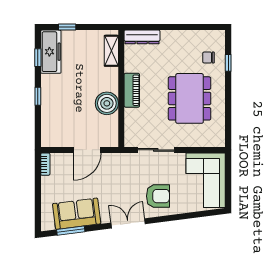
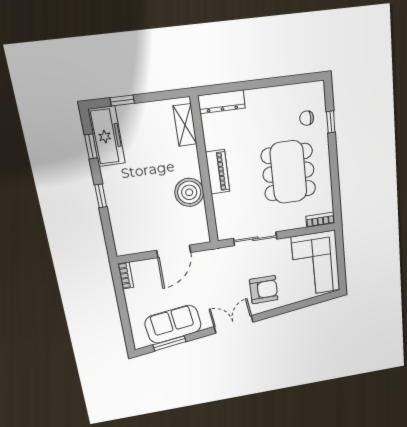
bookcase: (213, 142) -> (320, 220), added

